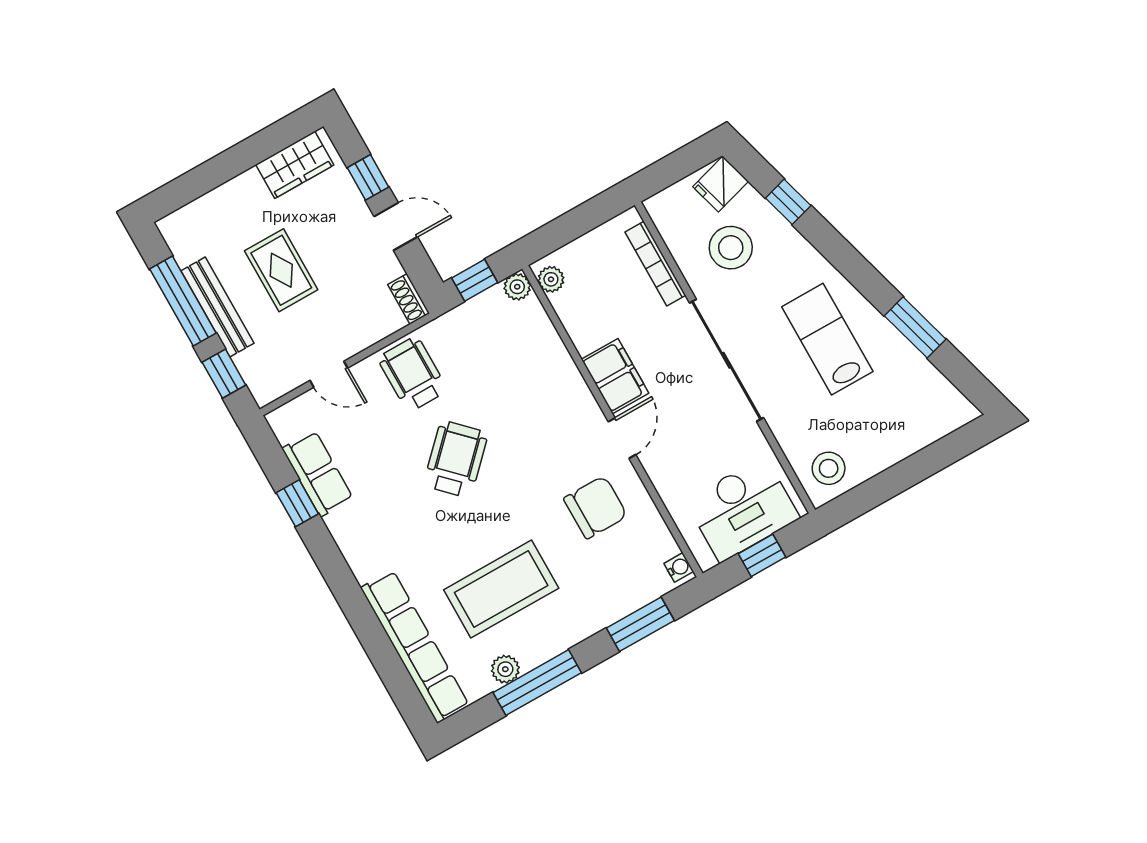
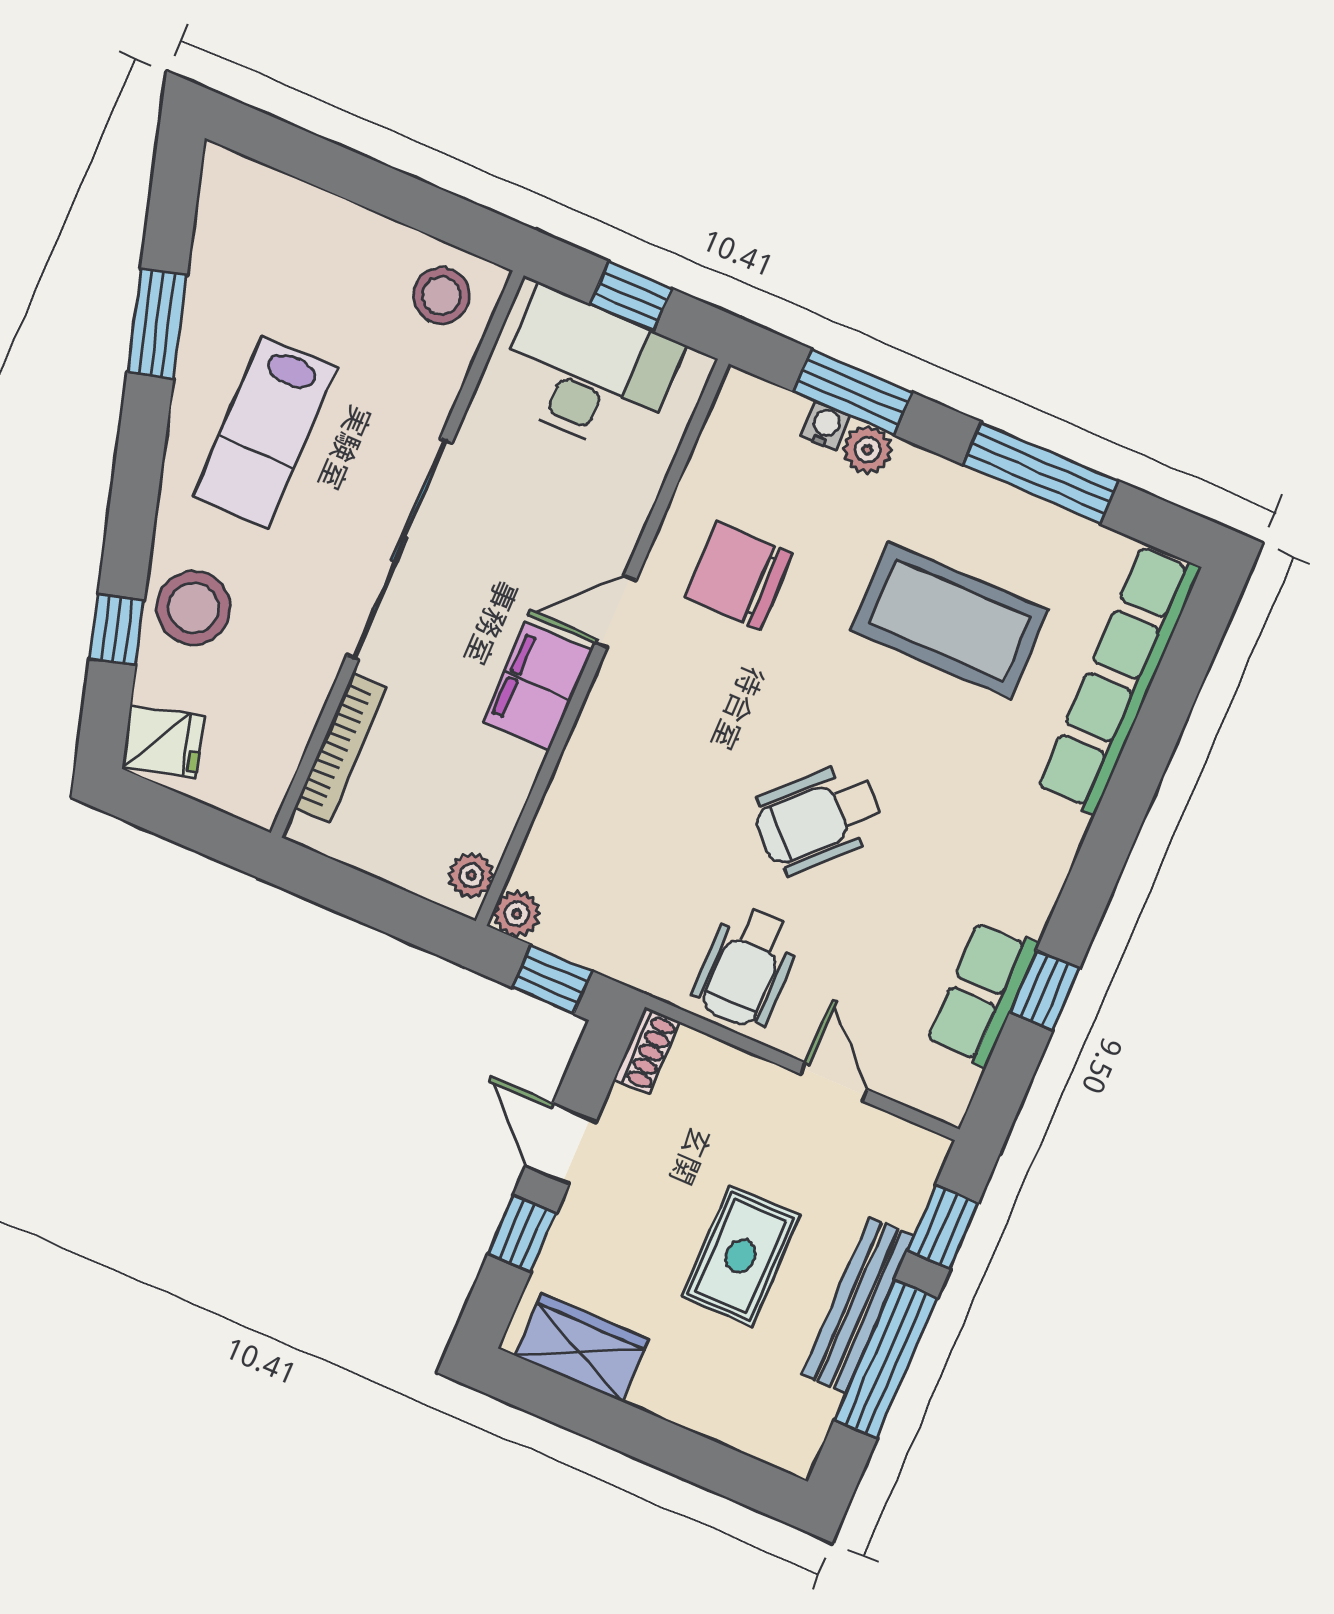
stool: (731, 248) -> (194, 608), moved
water cooler: (679, 567) -> (826, 426), moved, turned 90
plant: (505, 669) -> (867, 450), moved

